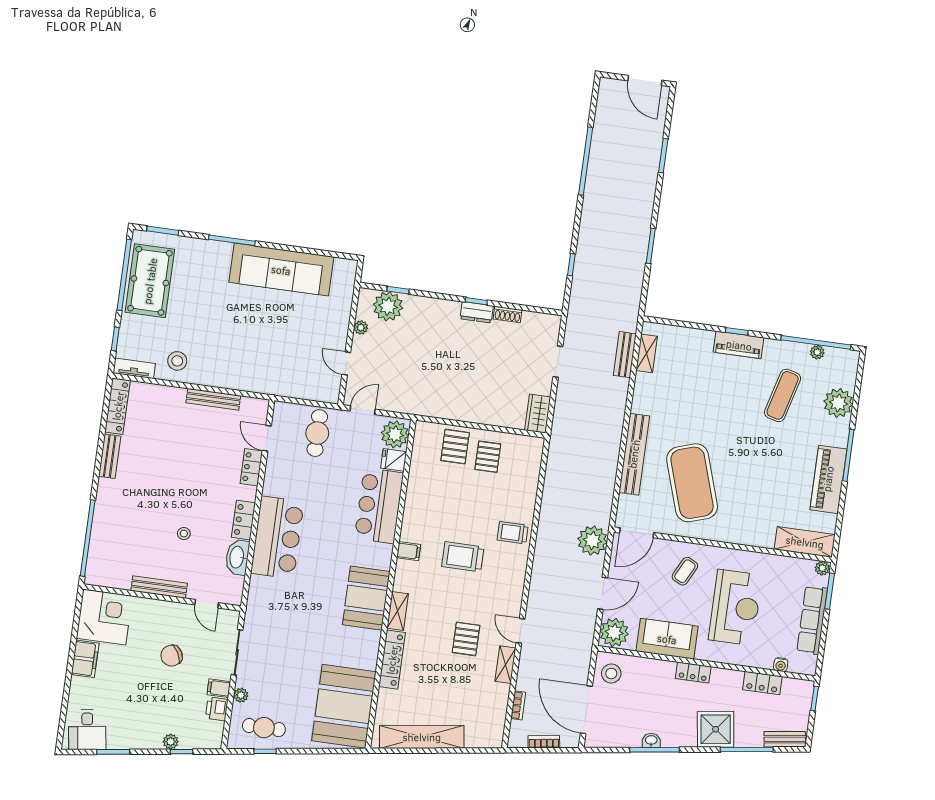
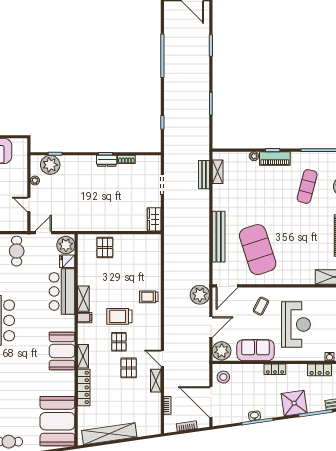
plant: (817, 352) -> (254, 156), moved
pallet: (488, 457) -> (119, 342), moved
shelving: (411, 521) -> (83, 299), added

